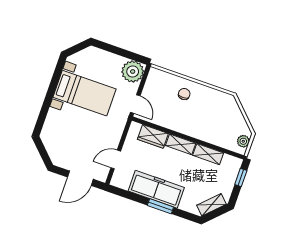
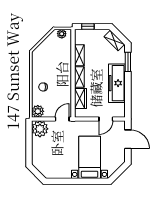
plant: (156, 77) -> (38, 111), added
bed with nightstands: (84, 93) -> (90, 157), moved
door: (116, 159) -> (106, 119), hinge flipped
window: (160, 206) -> (128, 62), moved

